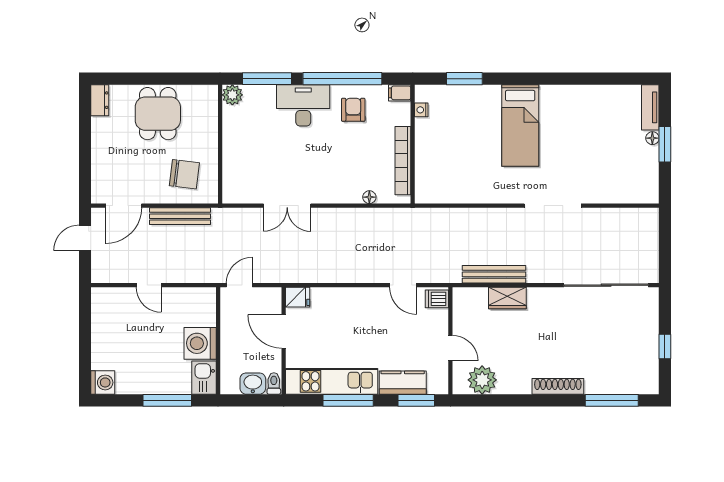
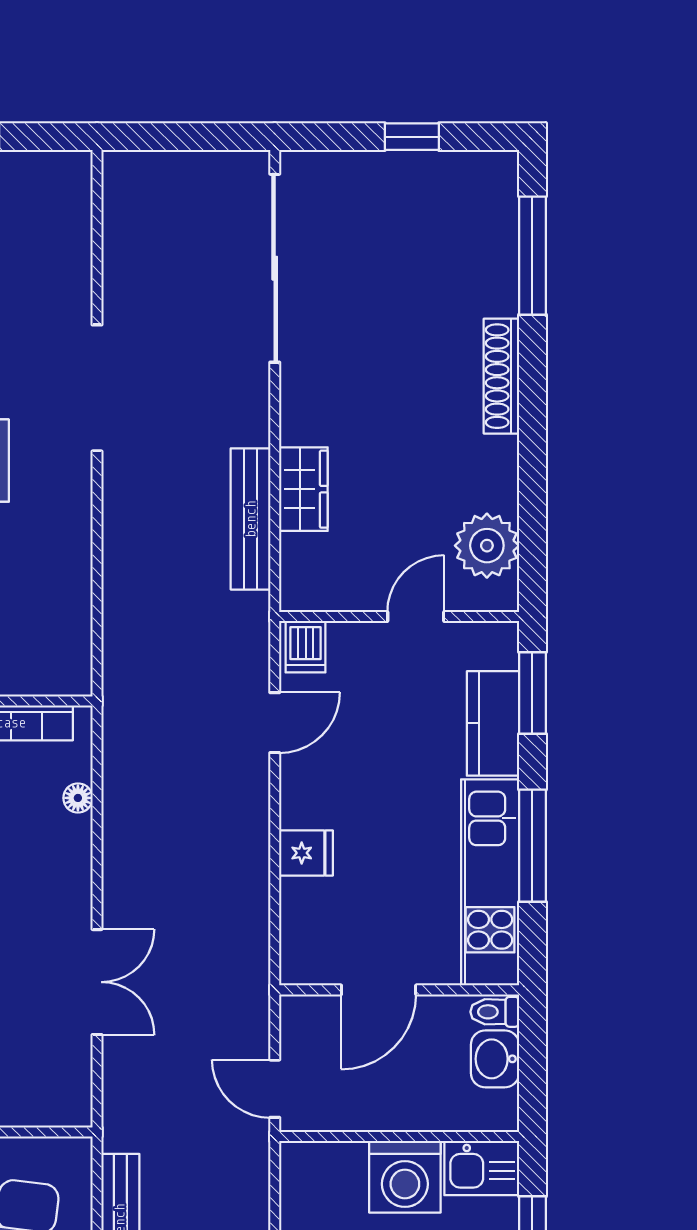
fridge: (298, 297) -> (306, 853), moved, turned 90

